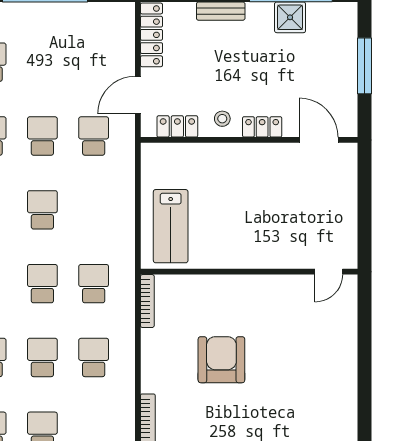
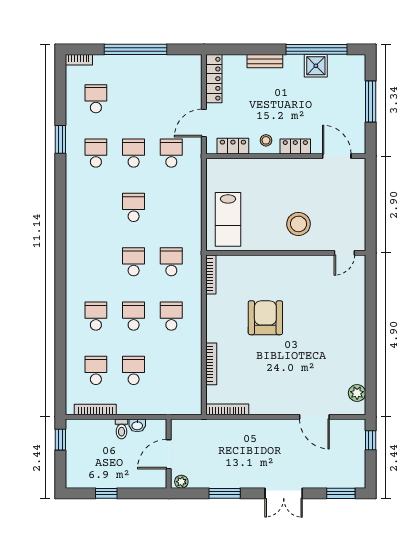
stool: (266, 232) -> (299, 224), added

